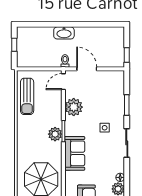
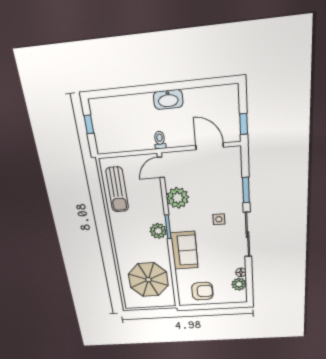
washbasin: (64, 33) -> (168, 99), moved
door: (87, 69) -> (210, 146), moved
sliding door: (127, 143) -> (248, 235), width x1.37

